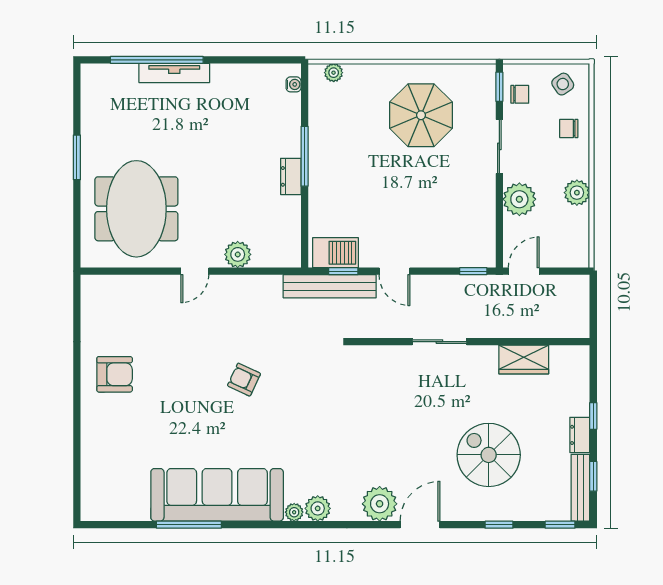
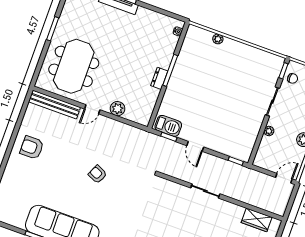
plant: (334, 73) -> (218, 39), moved
parasol: (421, 115) -> (238, 71), removed
plant: (519, 199) -> (269, 131), width x0.53, depth x0.53
door: (524, 271) -> (284, 178), moved
bench: (330, 286) -> (54, 104), moved
wardrobe: (524, 360) -> (257, 220), moved
armchair: (115, 374) -> (32, 148), turned 180

